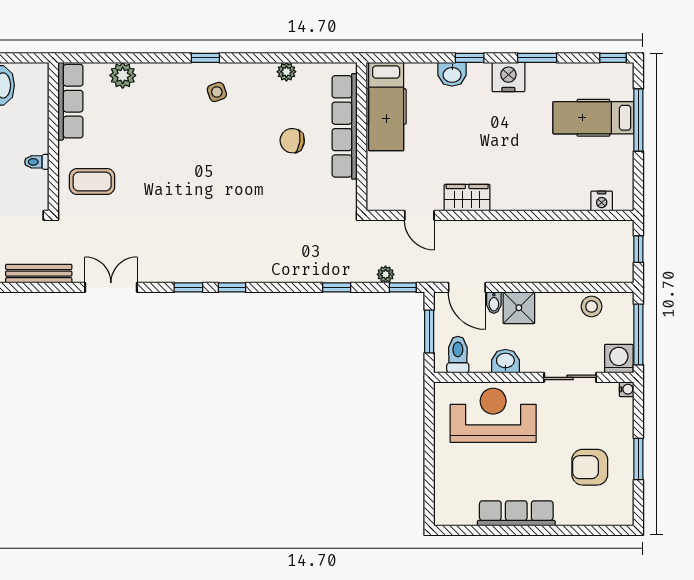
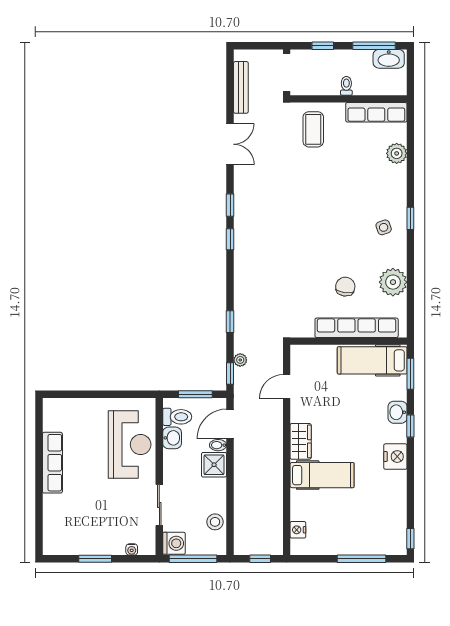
window: (537, 58) -> (410, 374), moved
plant: (286, 72) -> (393, 282), width x1.87, depth x1.87
hospital bed: (593, 118) -> (322, 475), moved, turned 90
toilet: (37, 162) -> (346, 86), moved
wardrobe: (467, 198) -> (301, 441), moved
washbasin: (505, 361) -> (172, 438), moved
water cooler: (627, 389) -> (132, 549), moved
armchair: (590, 467) -> (89, 520), removed

